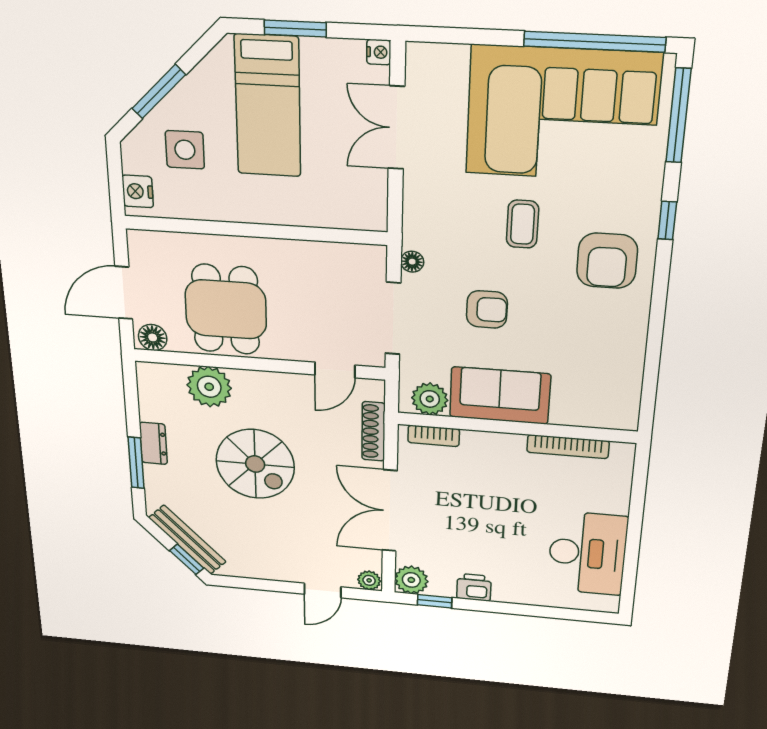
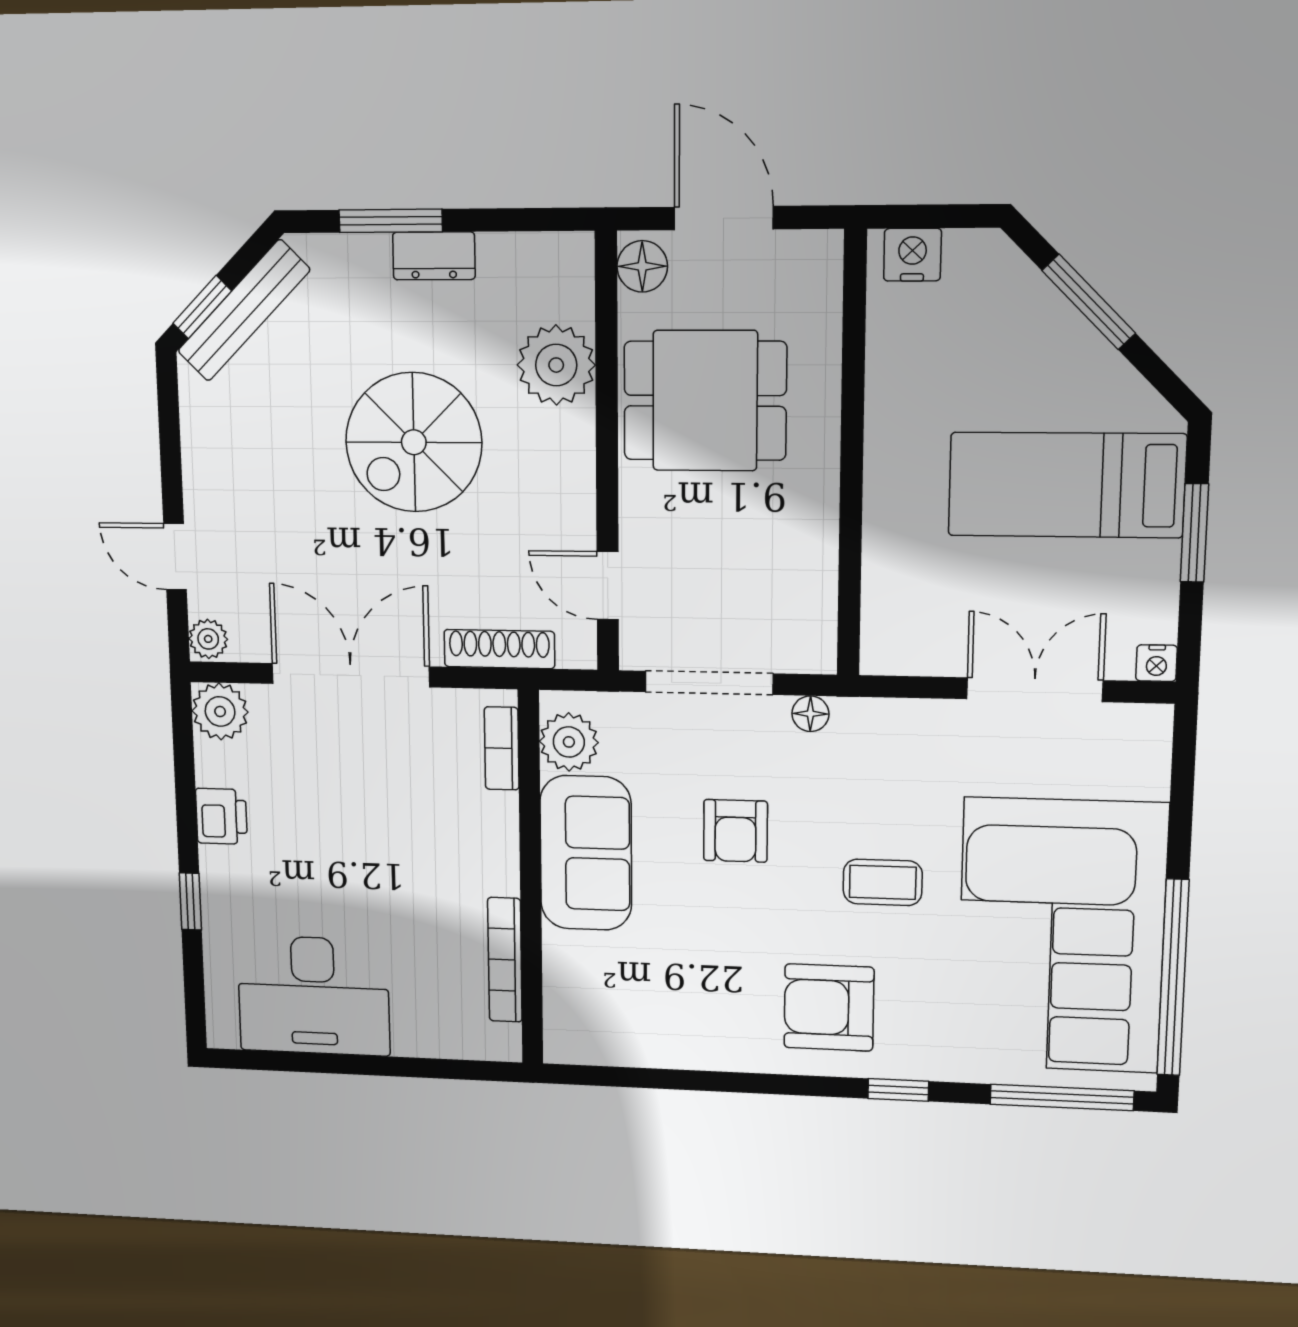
side table: (185, 150) -> (989, 342), removed
window: (435, 601) -> (190, 901), moved

